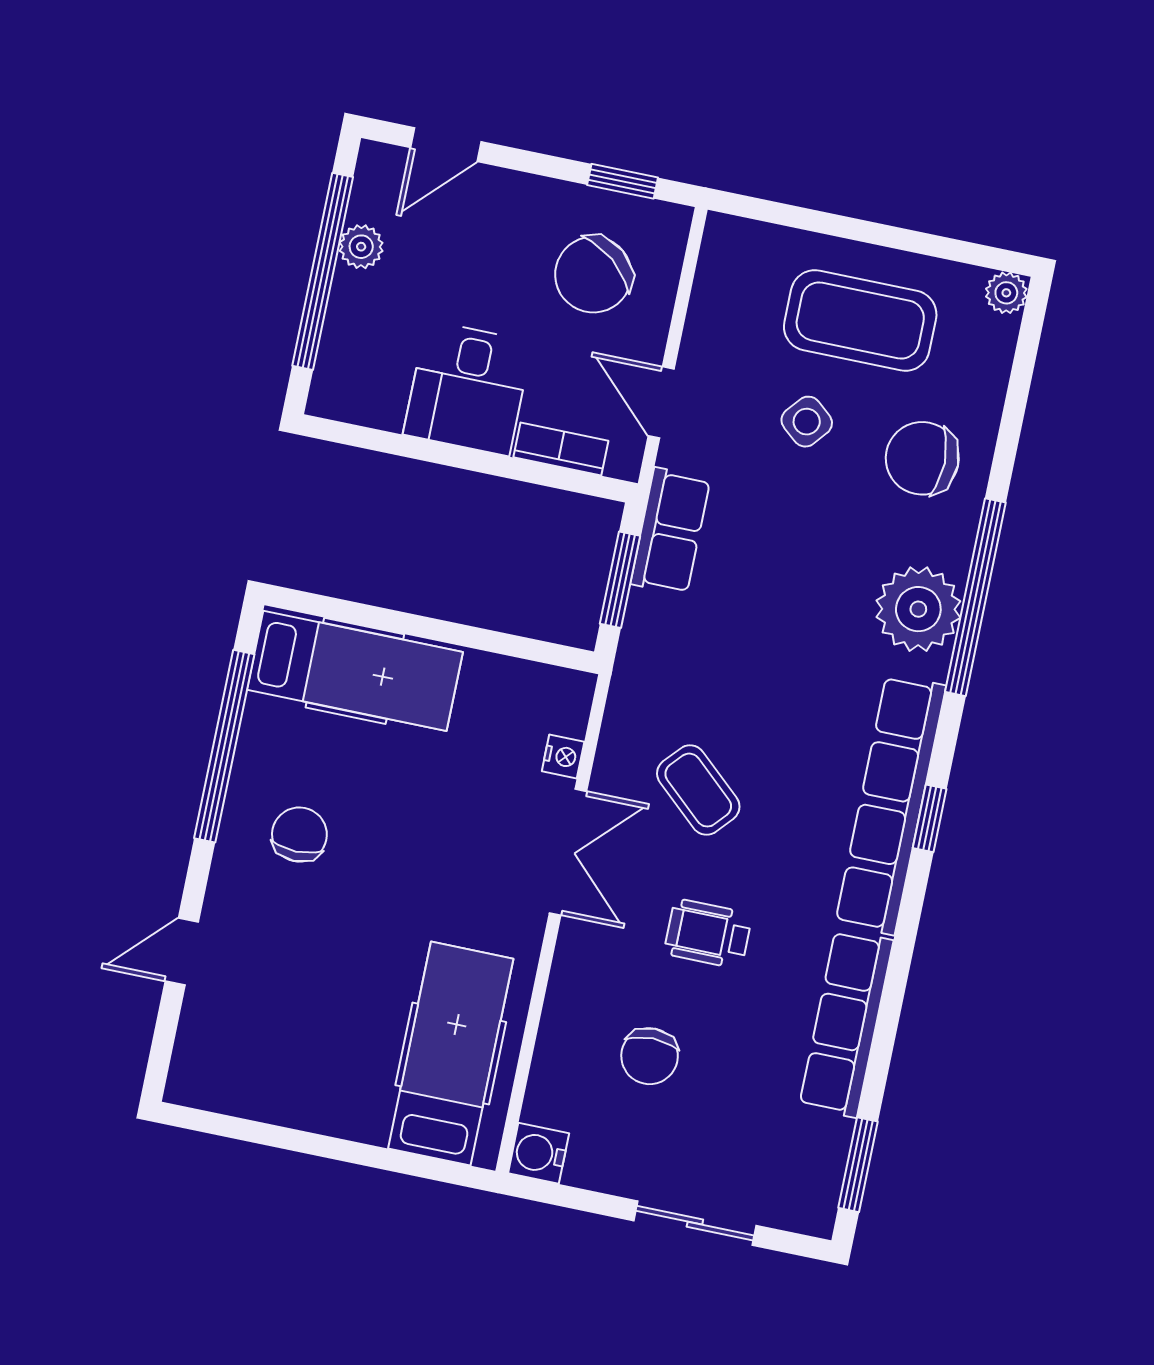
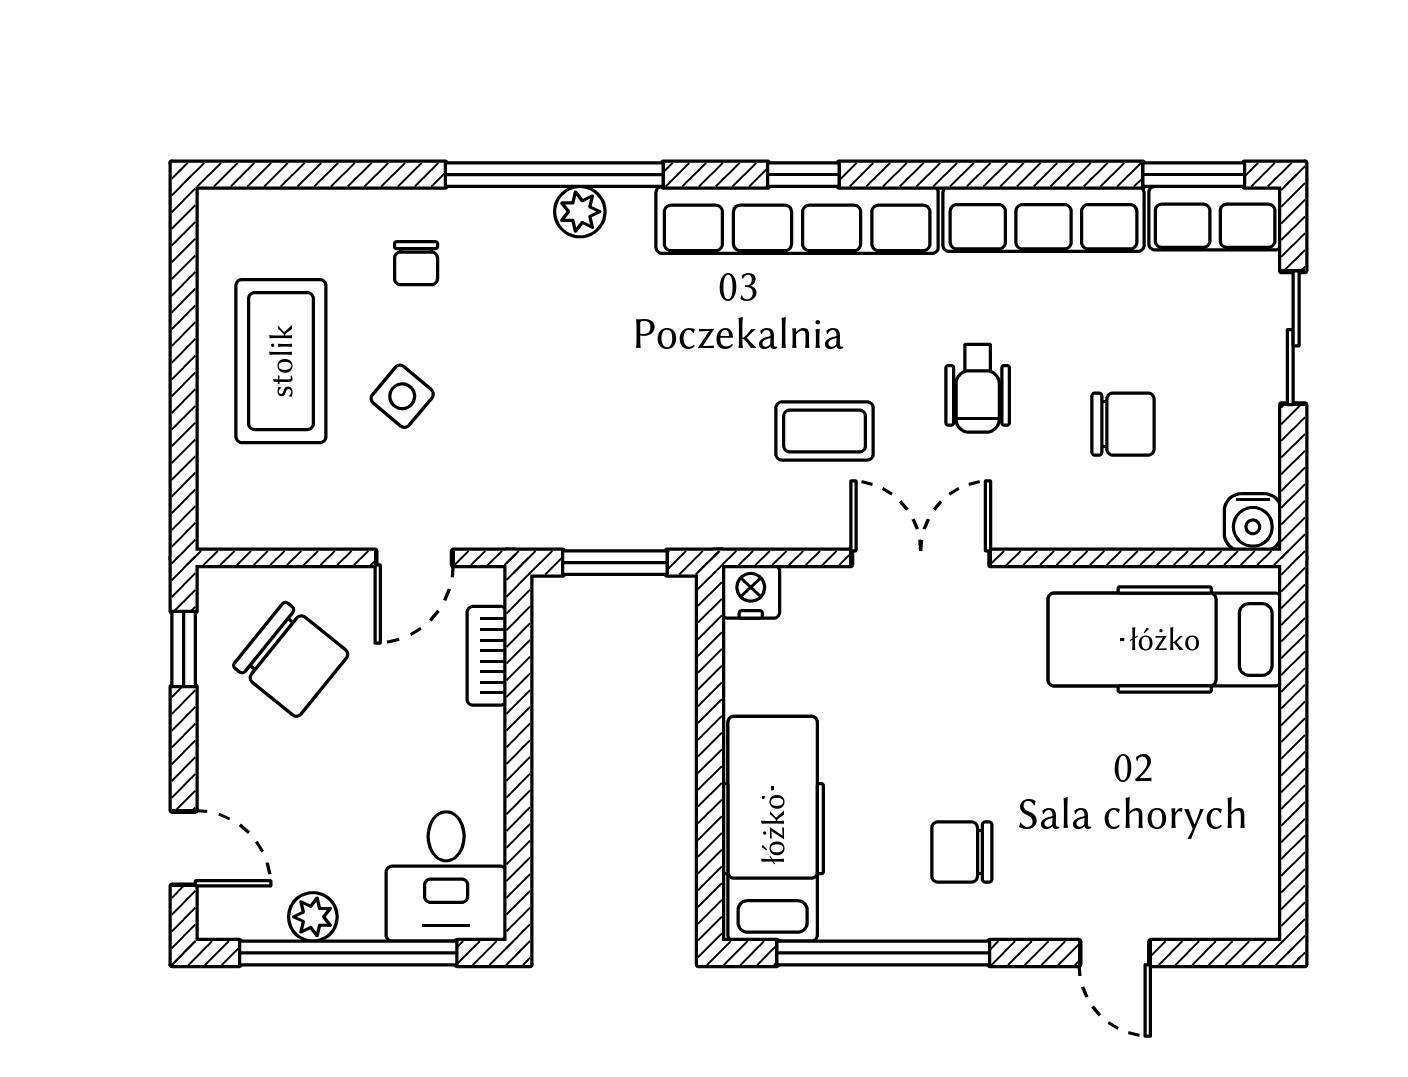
plant: (1006, 293) -> (218, 209), removed
desk: (468, 388) -> (446, 876), moved, turned 90
chair: (922, 458) -> (416, 263), width x0.54, depth x0.54
row of seats: (670, 531) -> (1215, 218), moved, turned 180
plant: (918, 609) -> (580, 212), width x0.53, depth x0.53
nightstand: (563, 756) -> (751, 592), moved, width x1.39, depth x1.35
coffee table: (698, 790) -> (825, 431), turned 48

